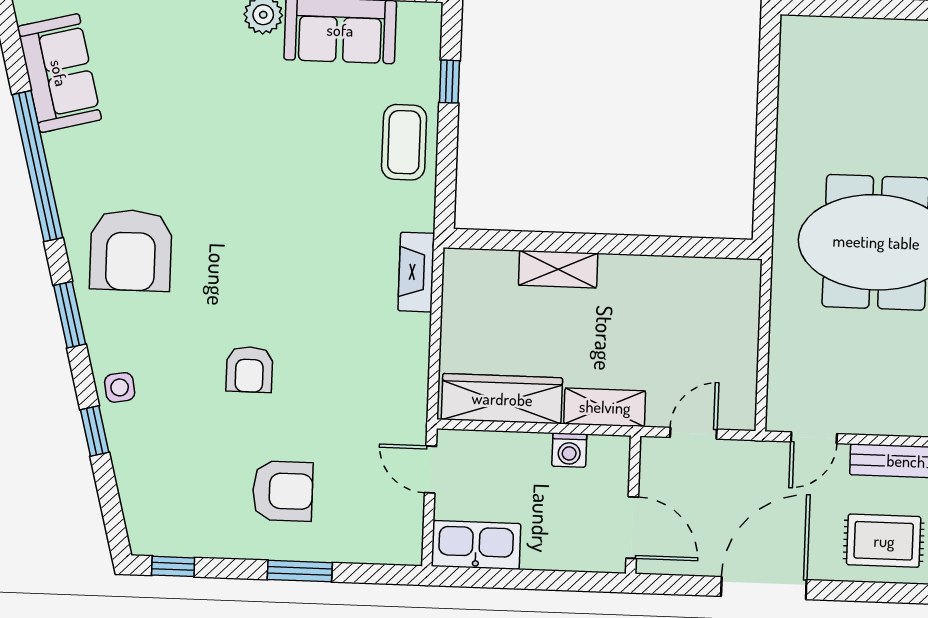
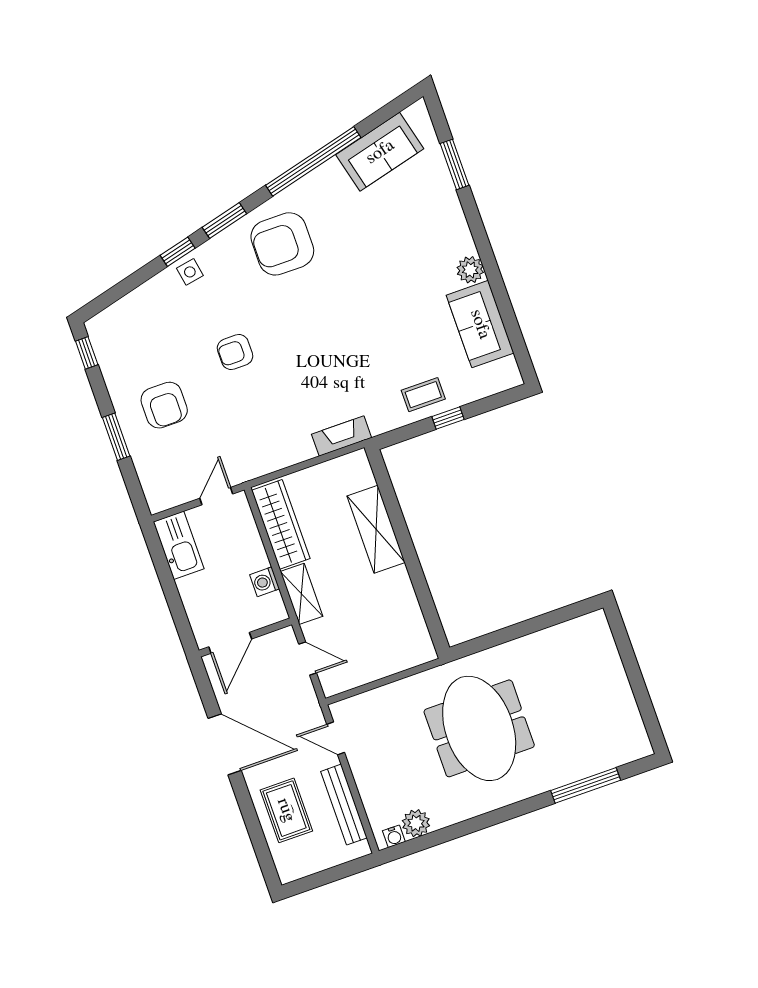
window: (450, 82) -> (448, 418), moved
coffee table: (404, 142) -> (423, 395), width x0.73, depth x0.77
shelving: (558, 269) -> (376, 529), width x1.50, depth x1.33
window: (95, 431) -> (178, 252), moved

